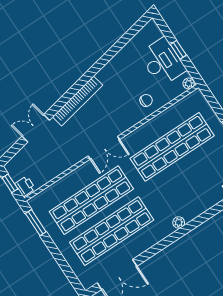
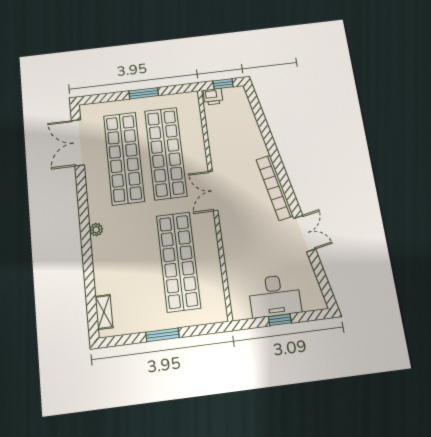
plant: (189, 83) -> (238, 313), removed
chair: (146, 100) -> (241, 258), removed
double door: (36, 128) -> (305, 233), moved
window: (36, 223) -> (144, 93), moved

